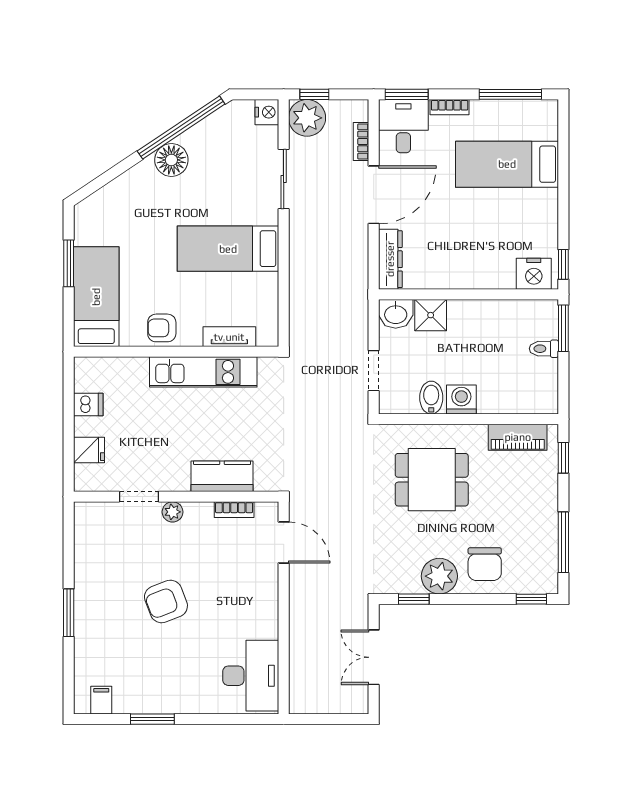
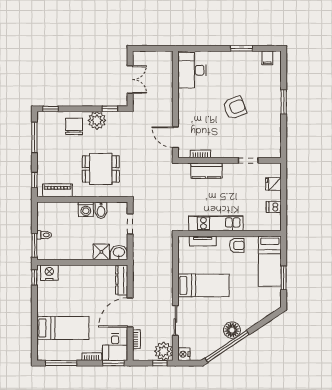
plant: (173, 512) -> (231, 153), removed

